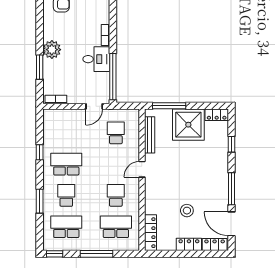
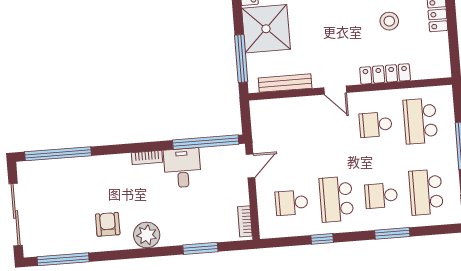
plant: (52, 50) -> (147, 235), moved
door: (94, 106) -> (250, 166), hinge flipped
school desk: (116, 133) -> (292, 203), moved
locker: (150, 233) -> (385, 74), moved

